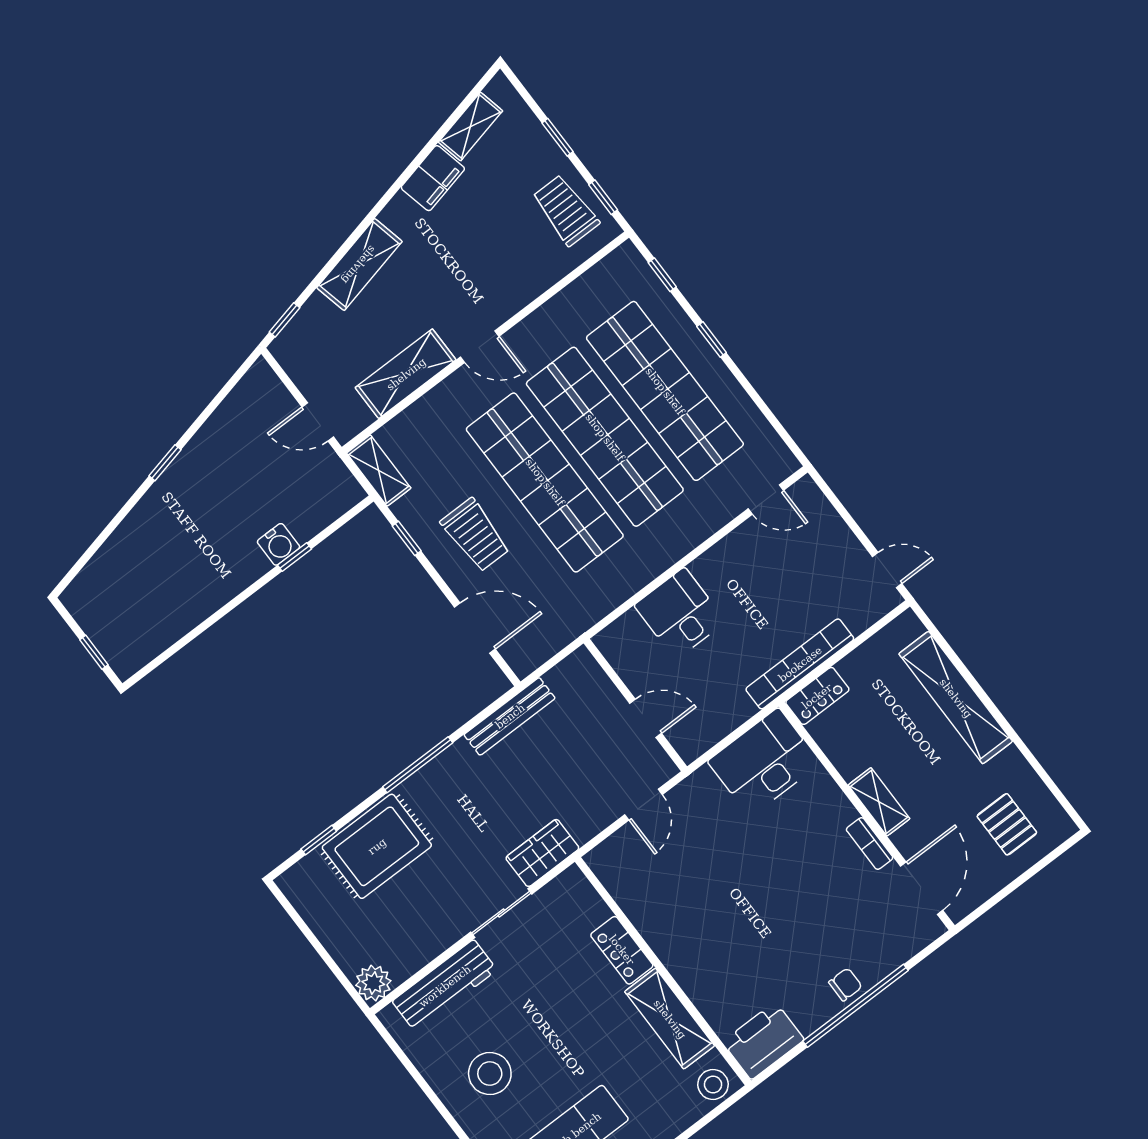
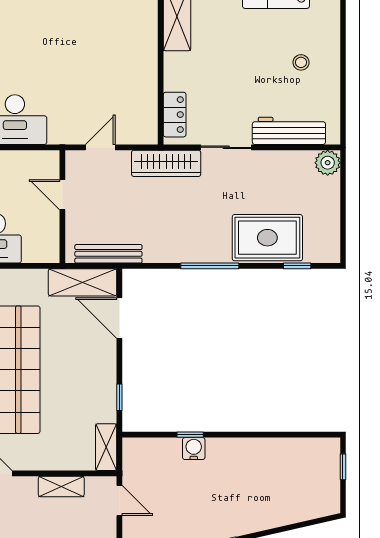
shelving: (406, 374) -> (61, 486), width x0.67, depth x0.75
trolley: (475, 535) -> (80, 370), removed
shelving: (547, 637) -> (83, 282), added
bench: (510, 716) -> (108, 254), moved
wardrobe: (542, 853) -> (166, 163), width x1.50
locker: (622, 950) -> (175, 115), moved
stool: (490, 1074) -> (301, 62), width x0.53, depth x0.53

